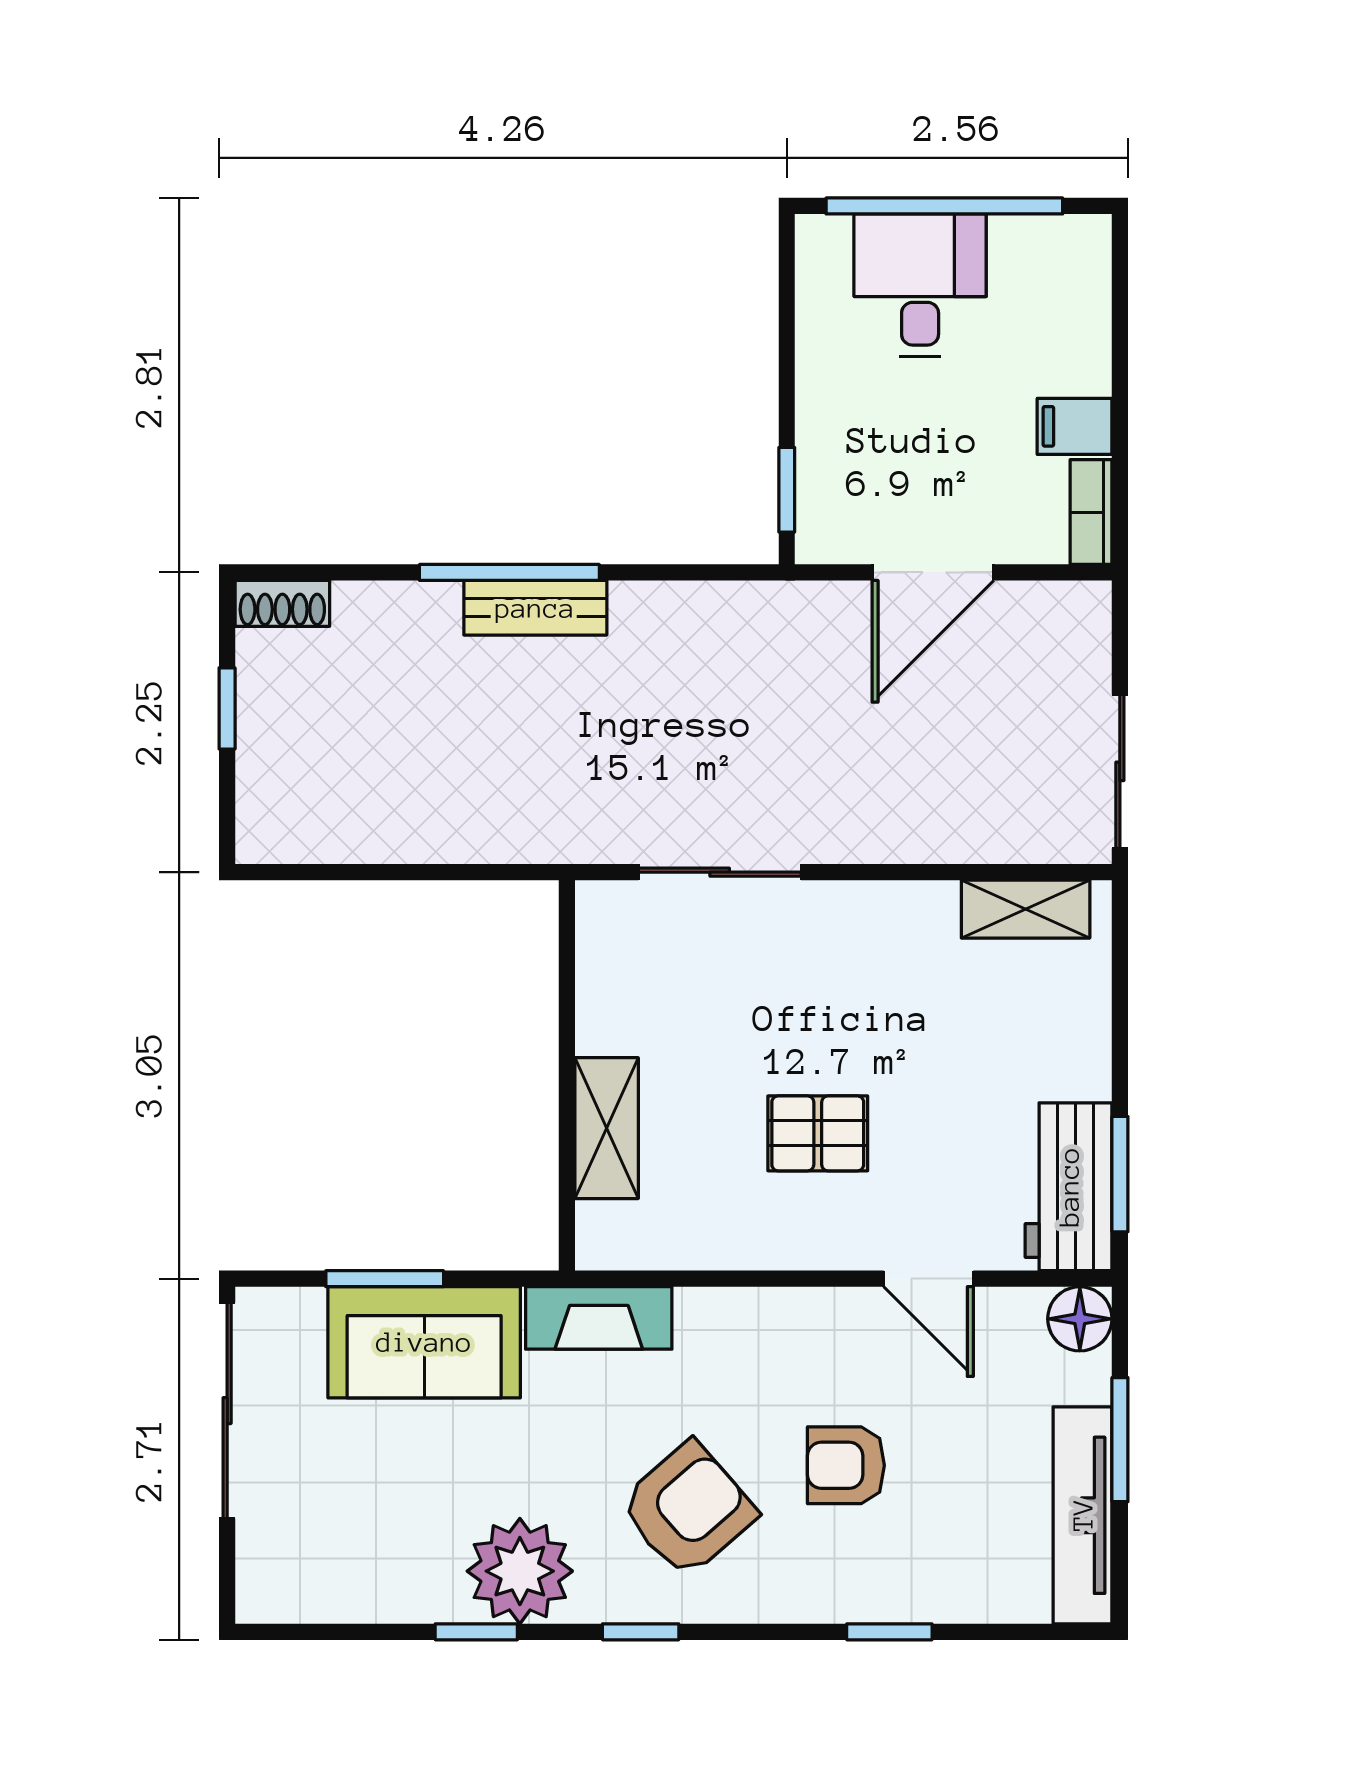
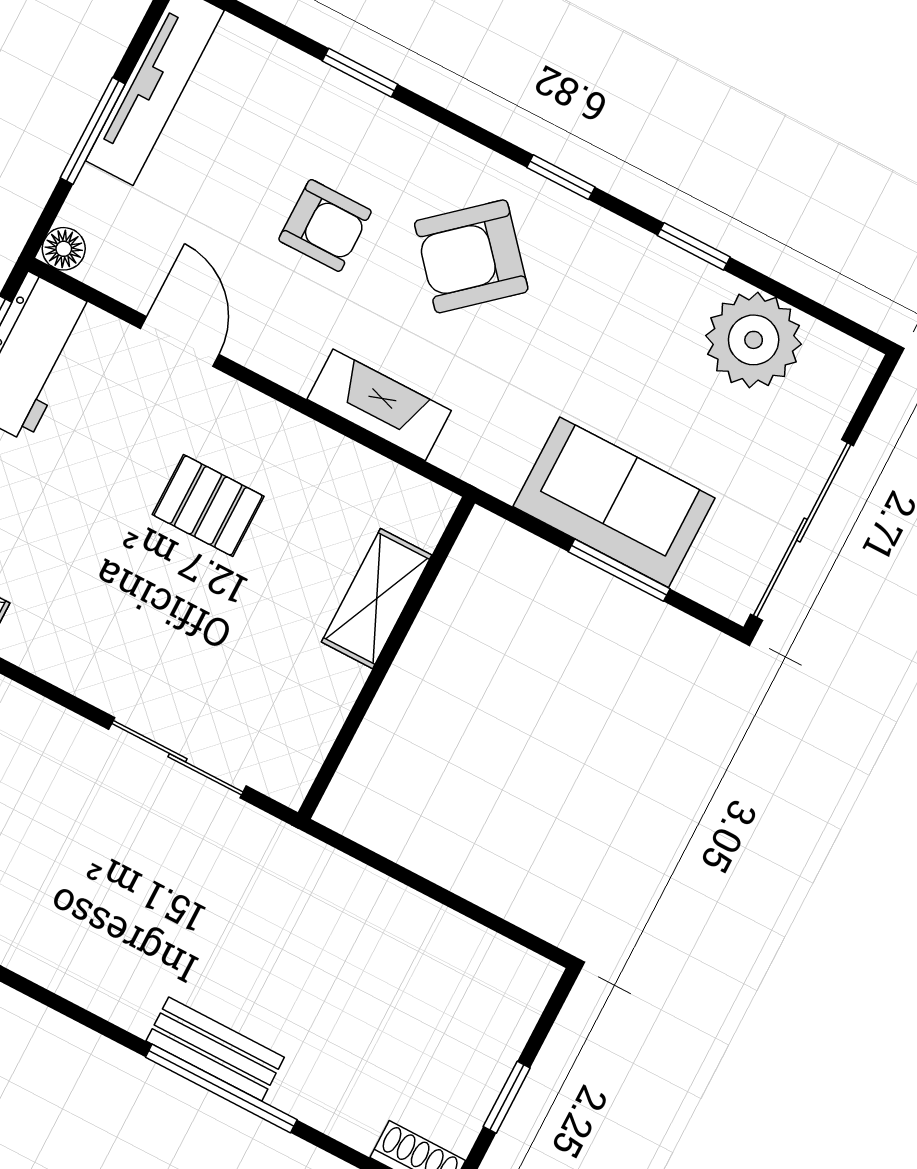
fireplace: (599, 1318) -> (379, 405), moved
floor lamp: (1080, 1319) -> (64, 249), width x0.73, depth x0.73
plant: (520, 1571) -> (754, 340), moved

